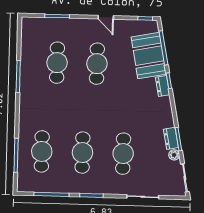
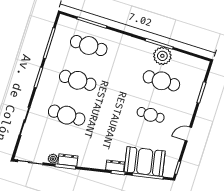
cafe table: (97, 64) -> (151, 115), width x0.73, depth x0.74
plant: (30, 69) -> (162, 56), added

